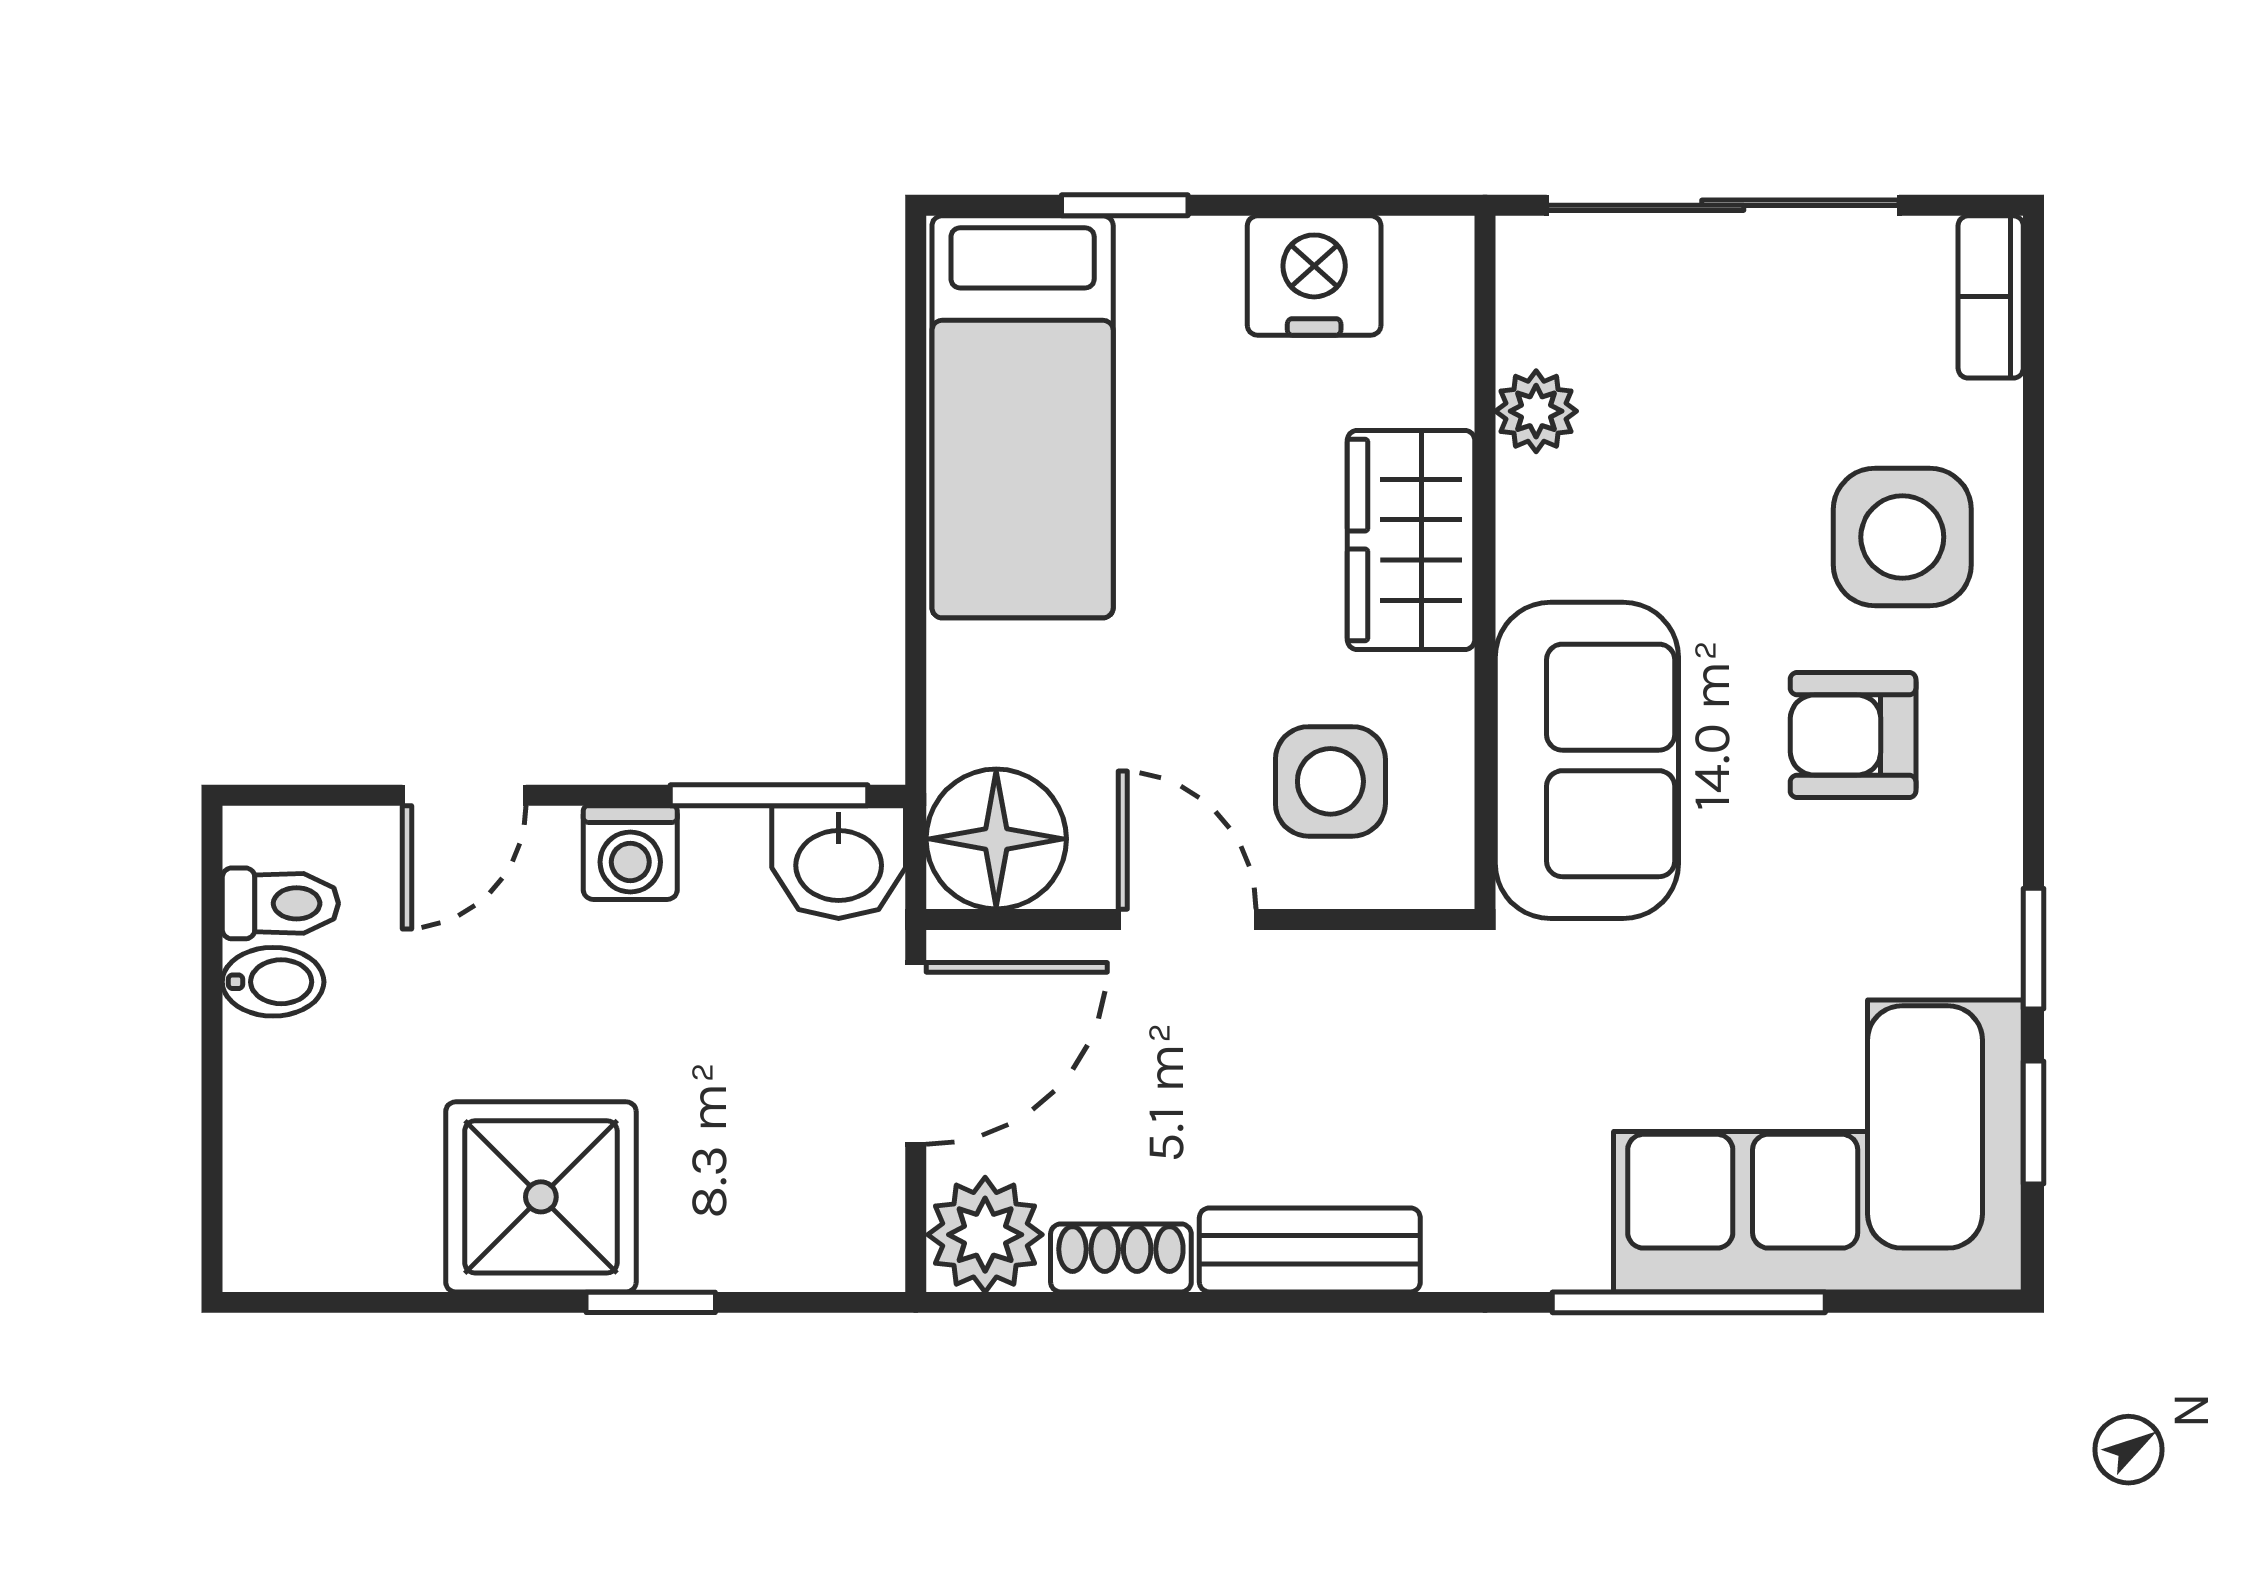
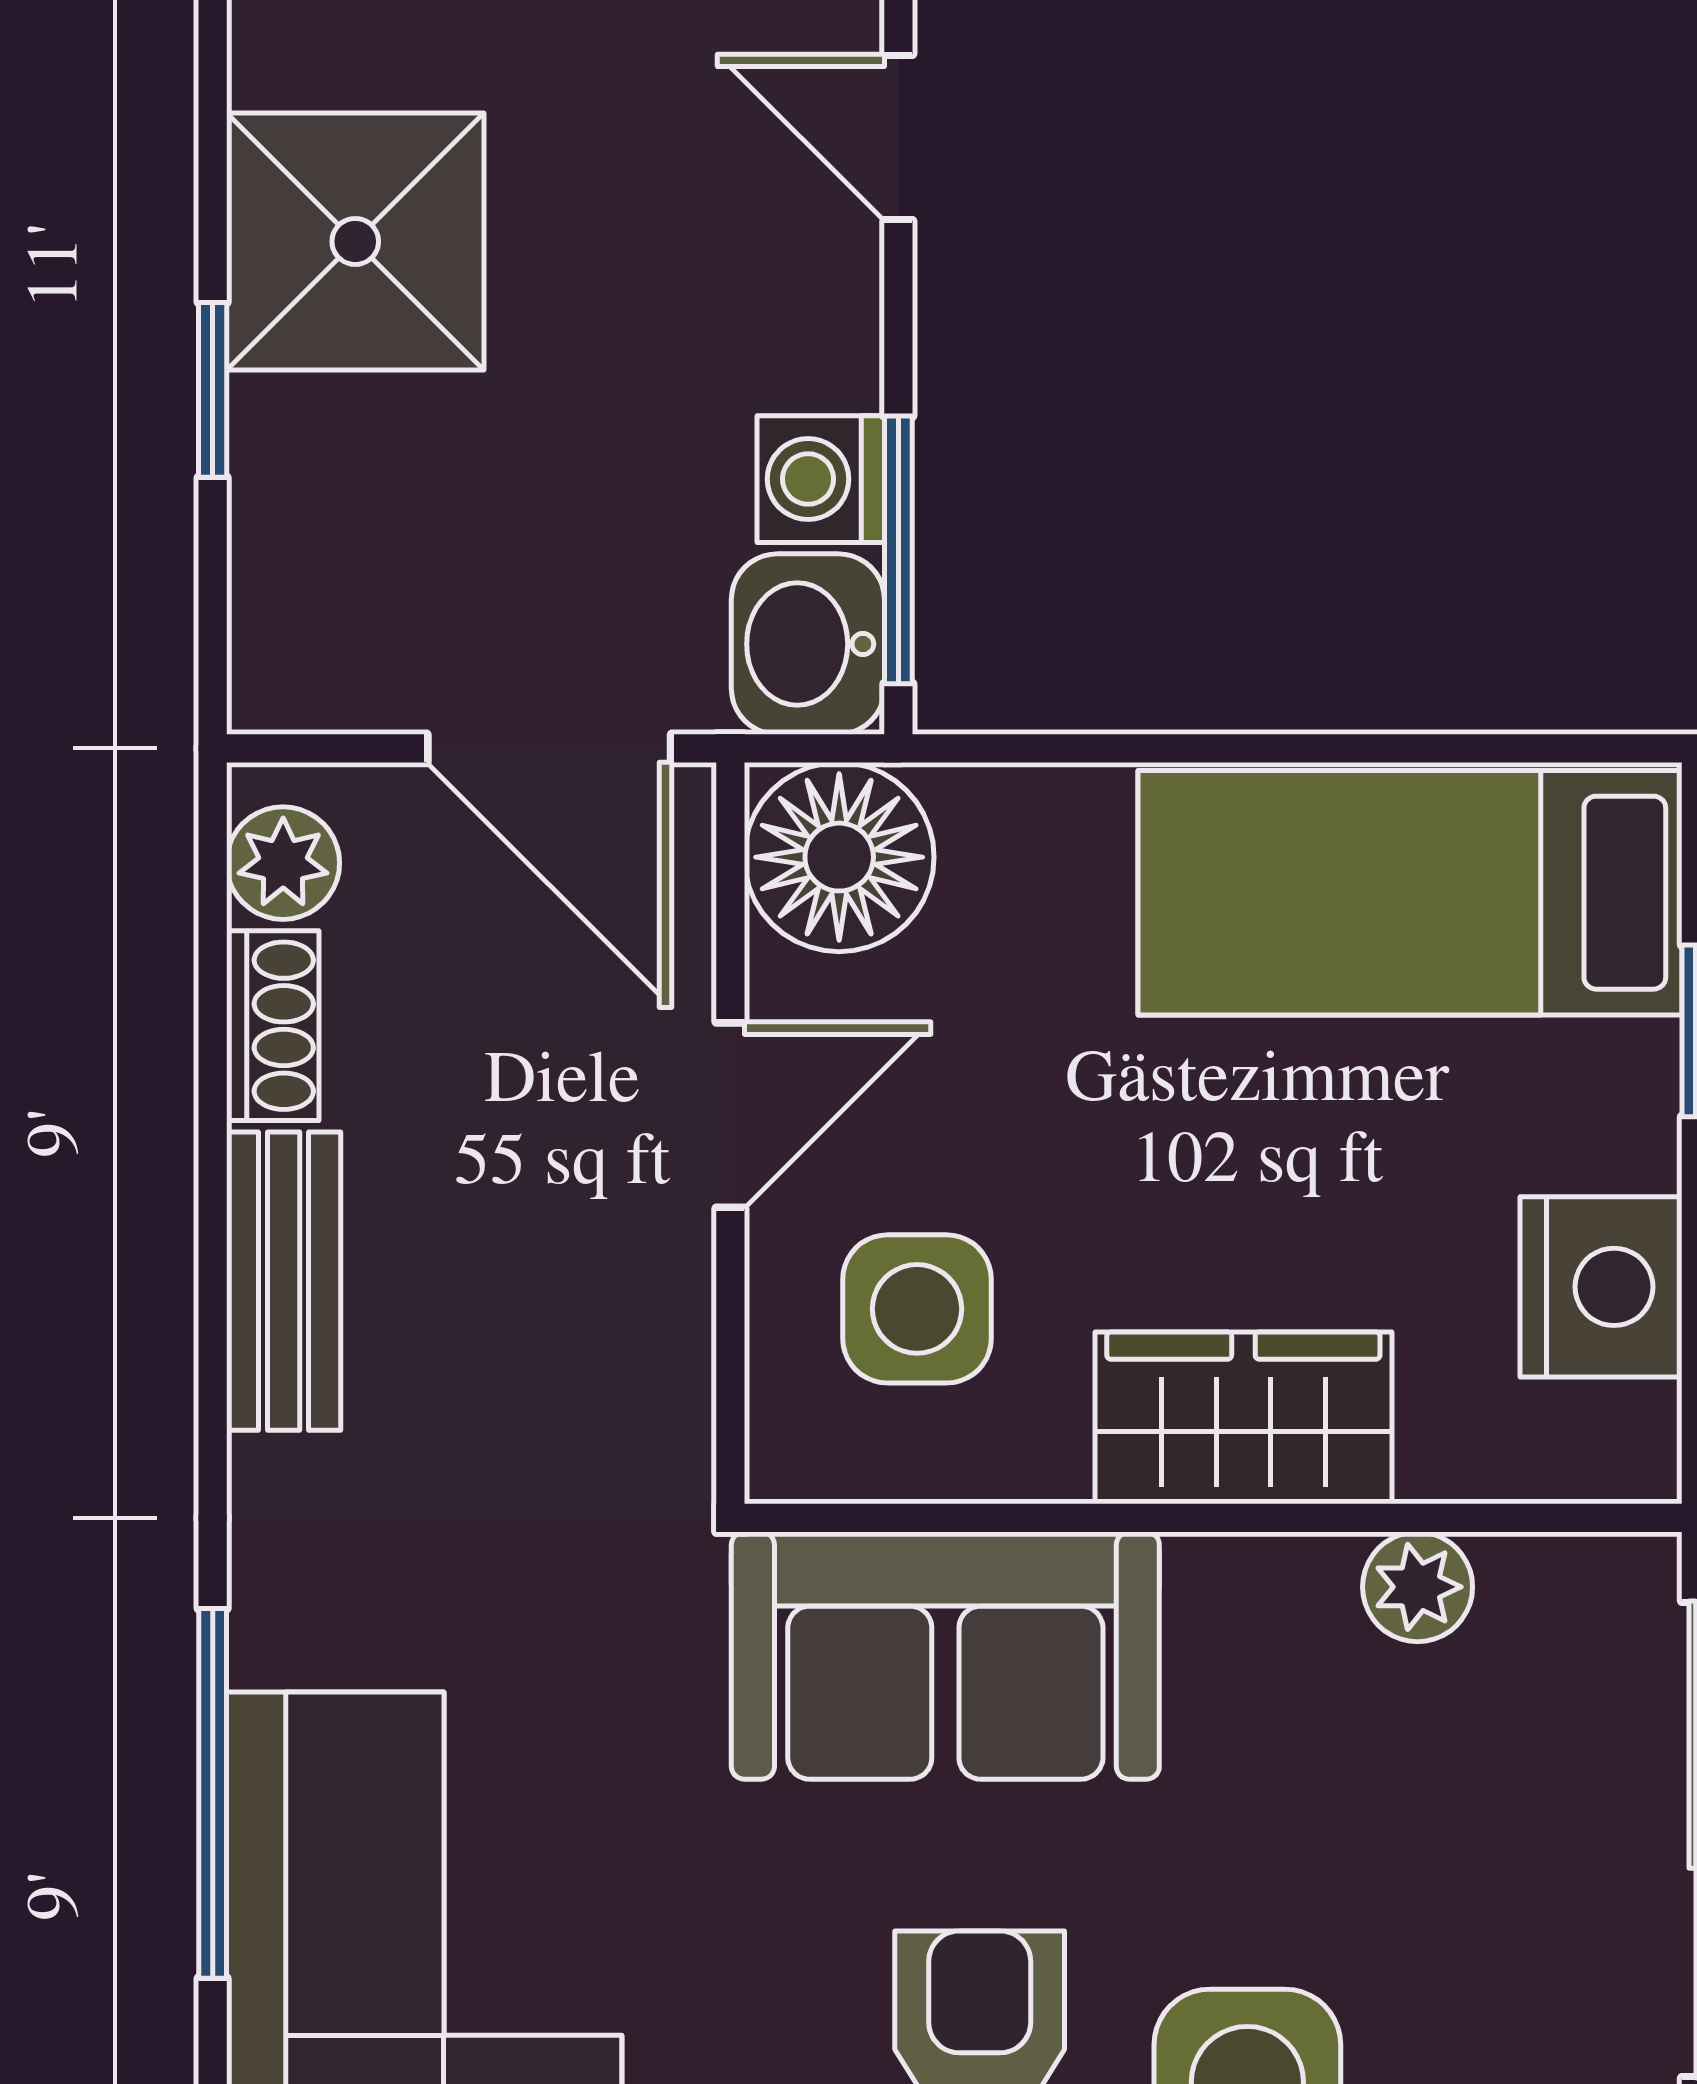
washing machine: (630, 853) -> (821, 479), moved
plant: (985, 1235) -> (283, 863), width x0.73, depth x0.73

